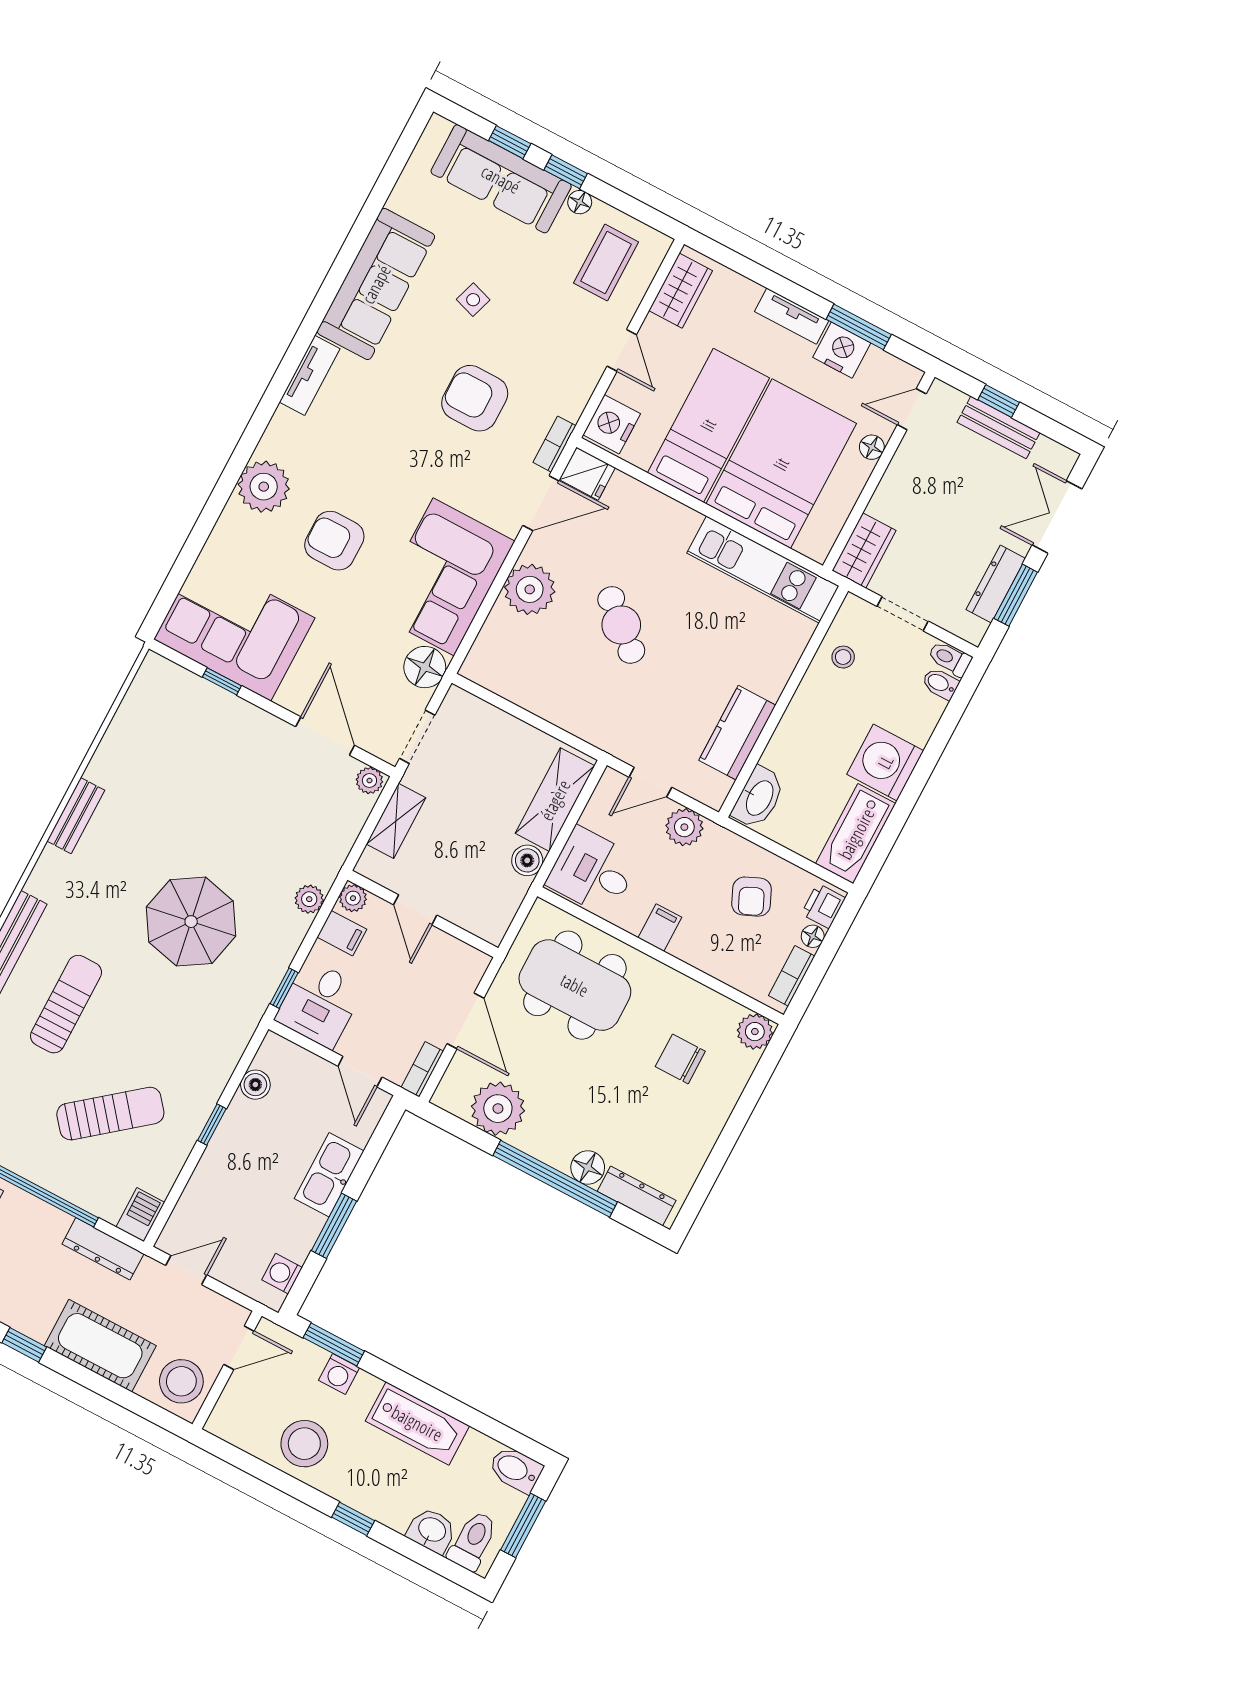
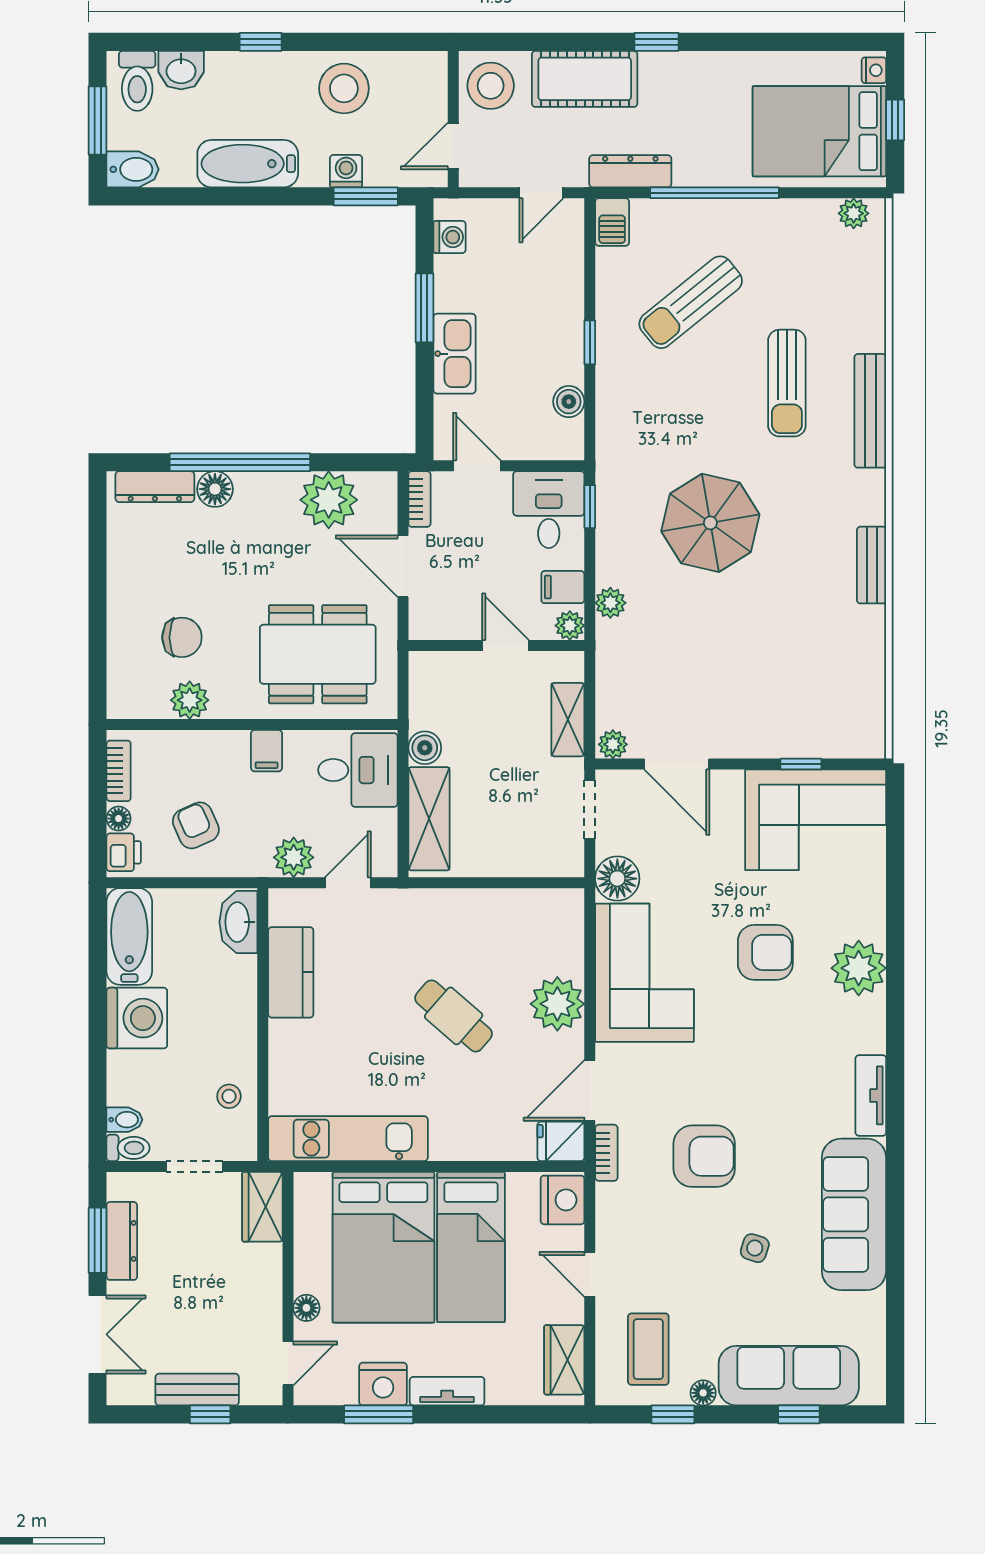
window: (566, 172) -> (673, 1414), moved
plant: (755, 1032) -> (190, 700), moved

